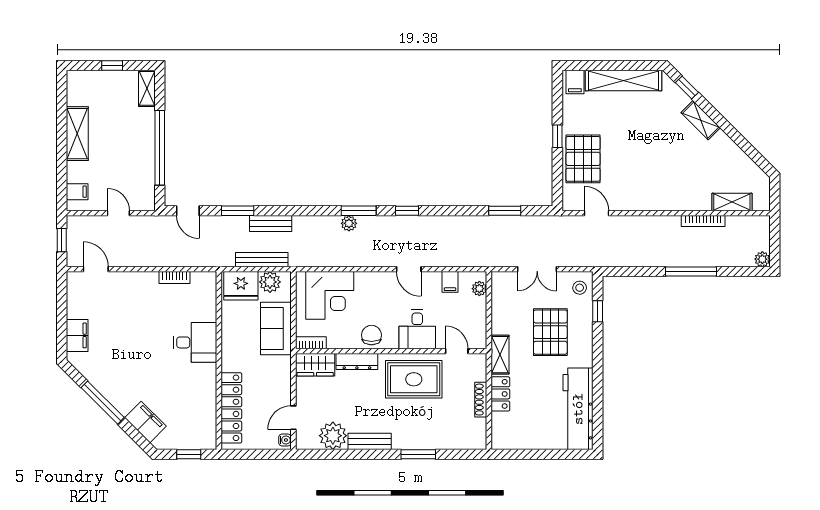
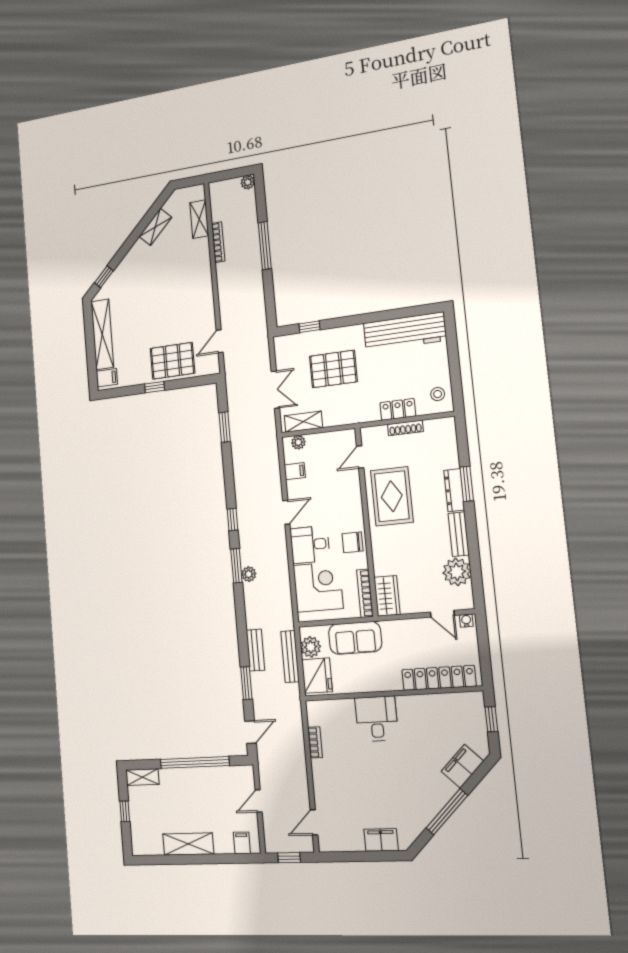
shelving: (701, 120) -> (155, 227), moved
stool: (580, 288) -> (438, 394), moved
desk: (417, 329) -> (310, 545), moved, turned 180
bookcase: (311, 343) -> (365, 593), width x1.56
shelving: (500, 355) -> (303, 422), moved
dresser: (357, 361) -> (454, 490), moved, turned 180

